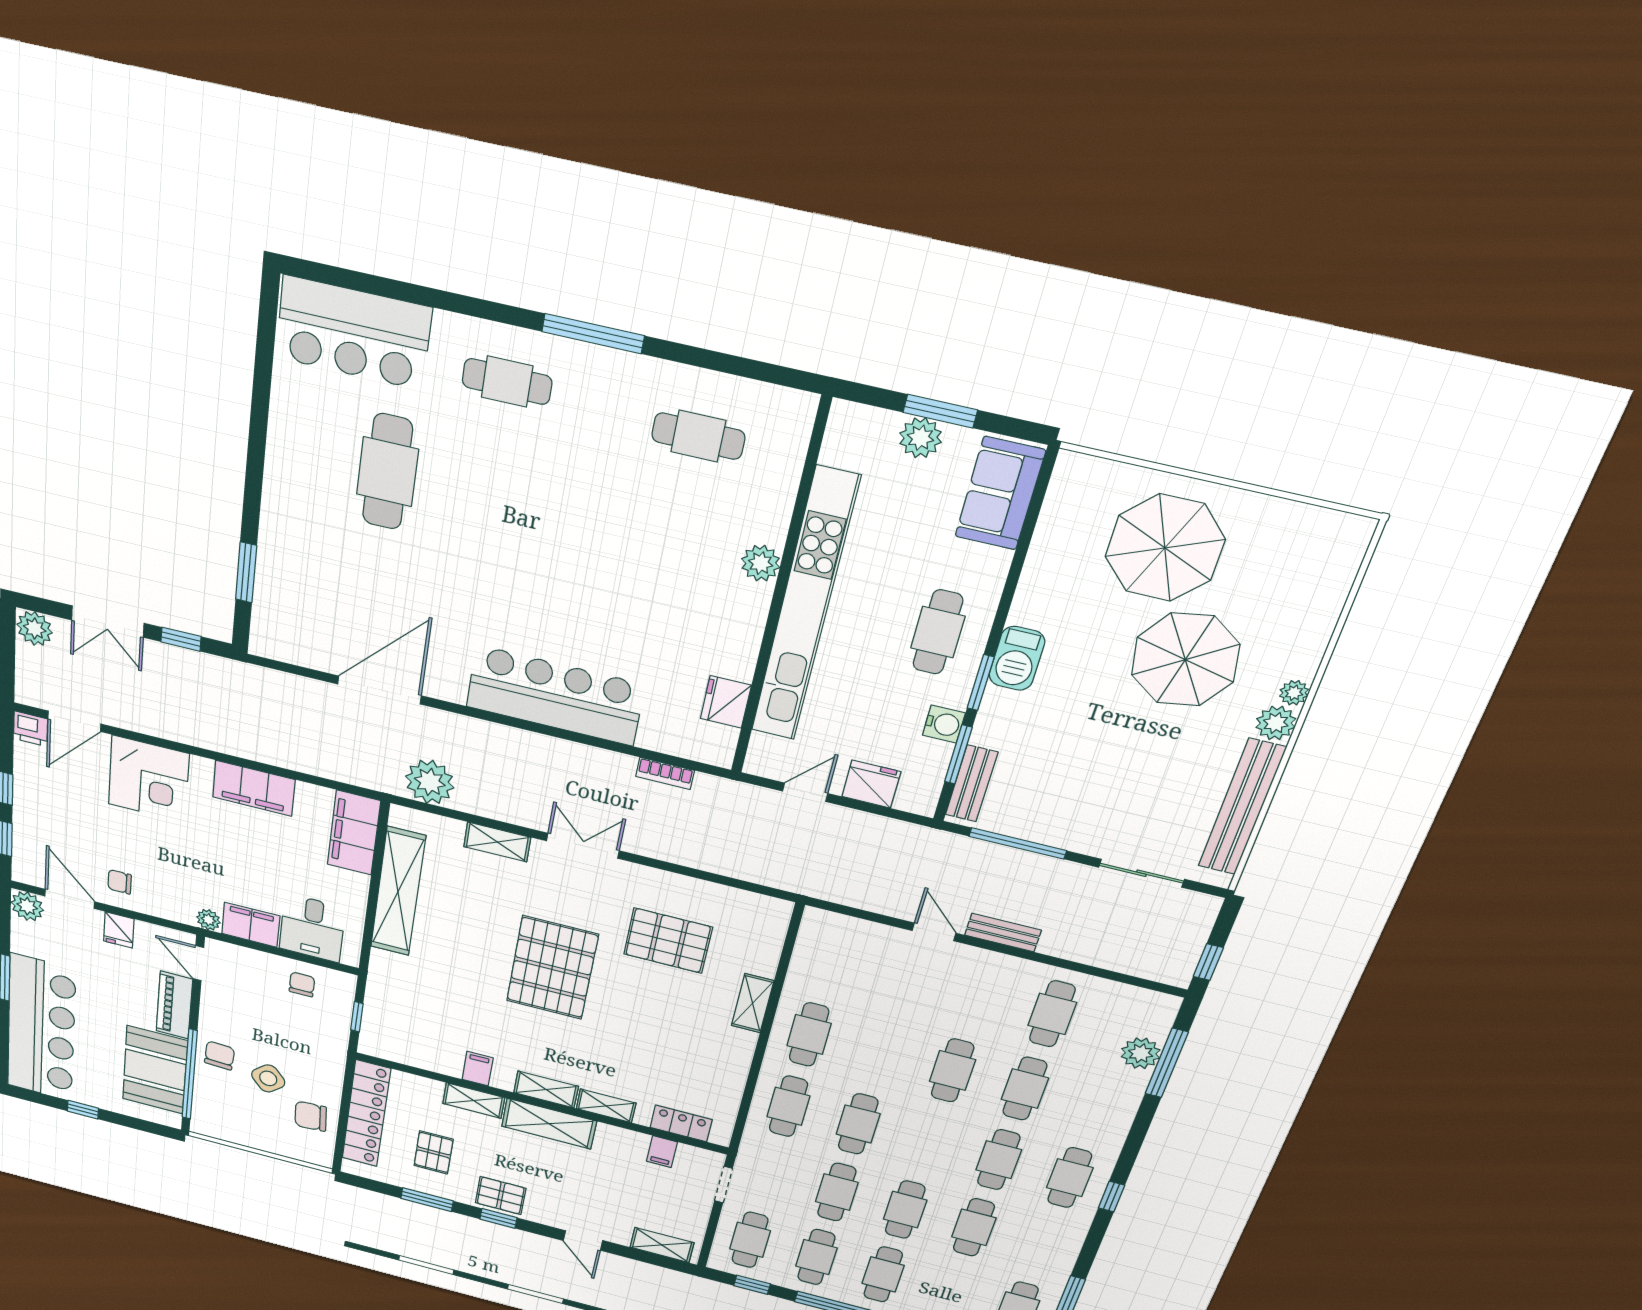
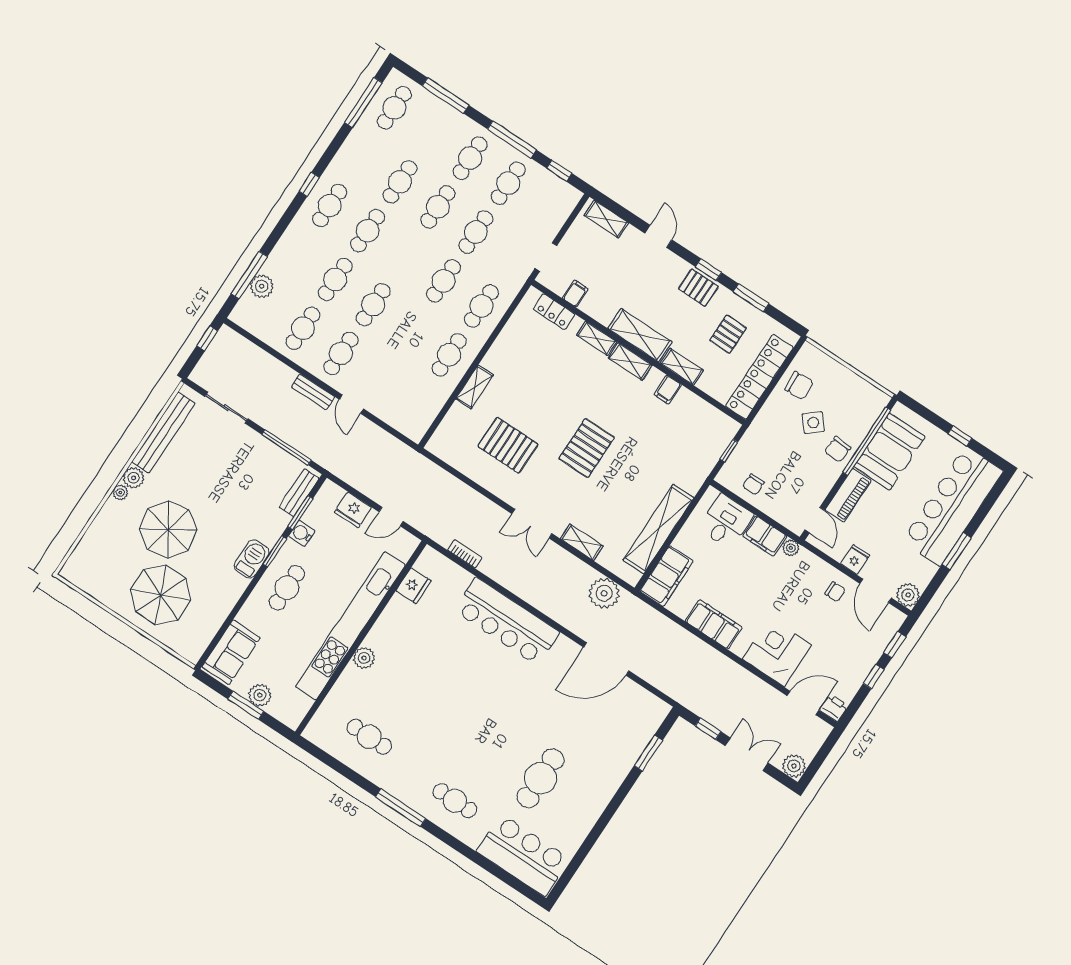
pallet: (552, 968) -> (587, 448), width x0.73, depth x0.71
cafe table: (750, 1240) -> (341, 353), moved

